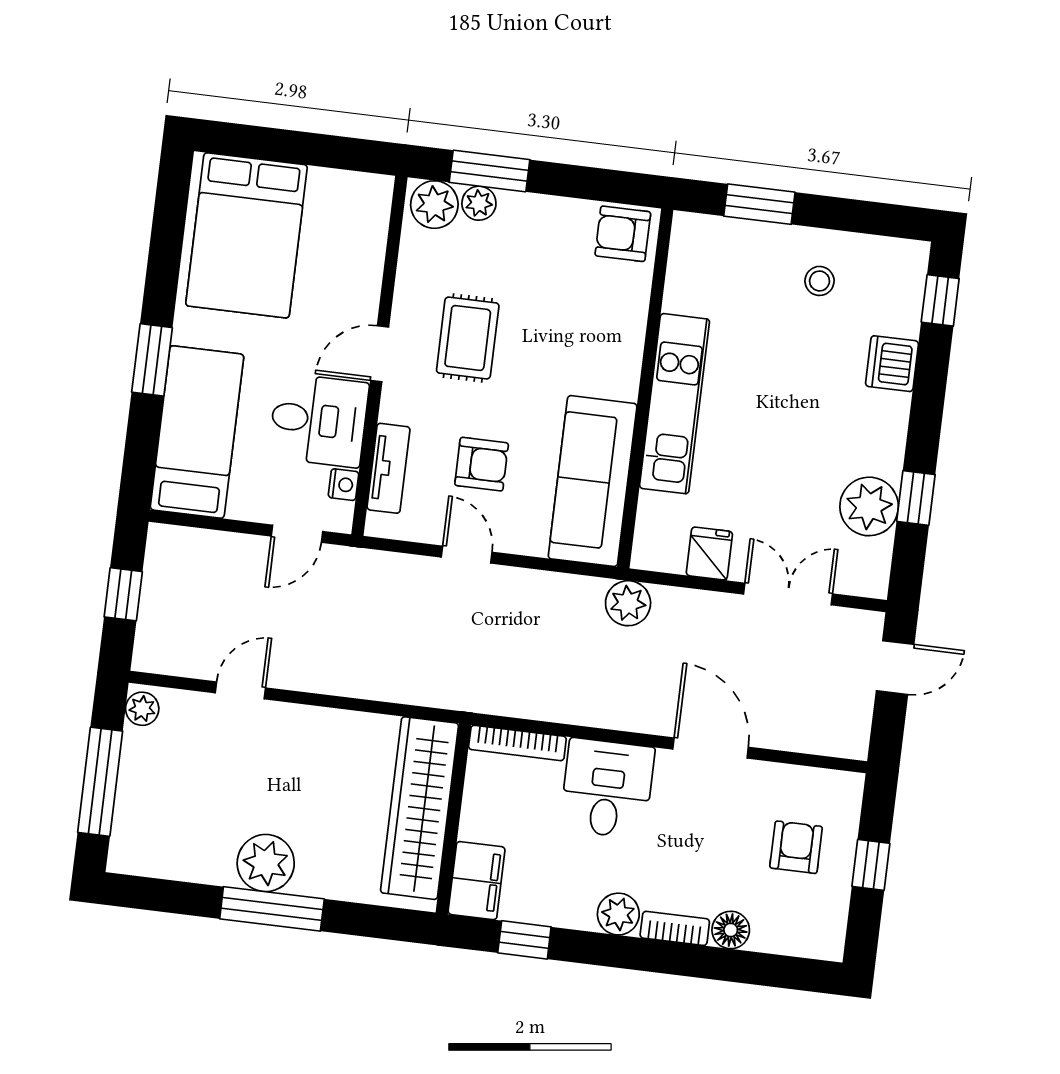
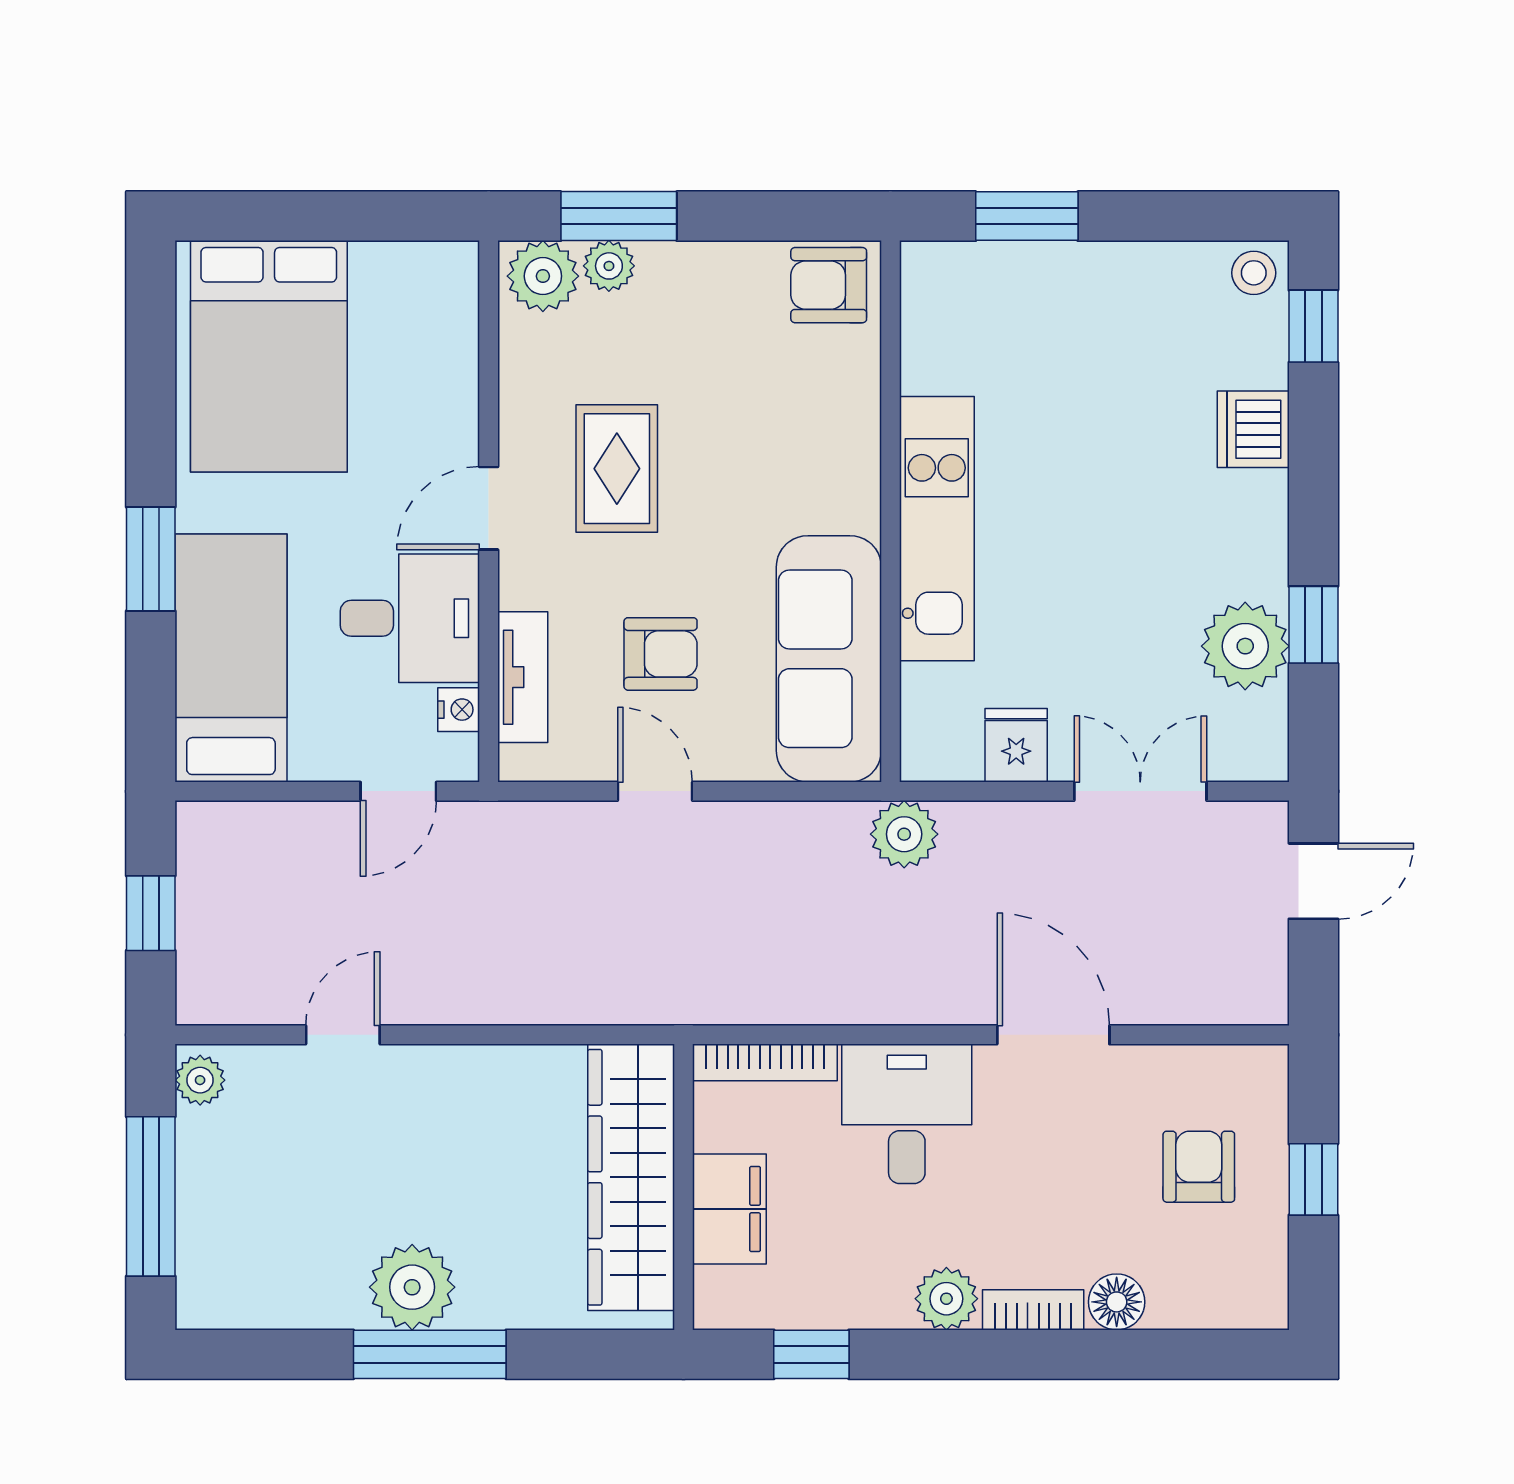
stool: (820, 281) -> (1254, 273), moved
filing cabinet: (477, 881) -> (729, 1209), moved

